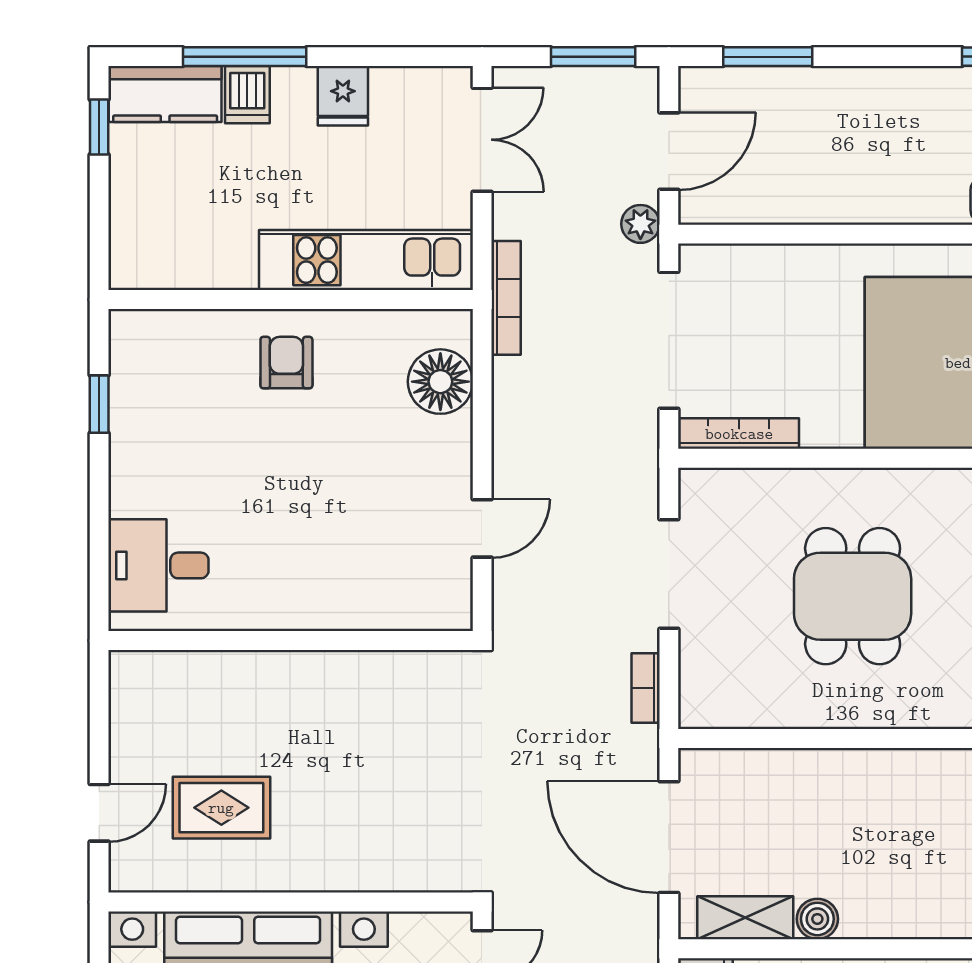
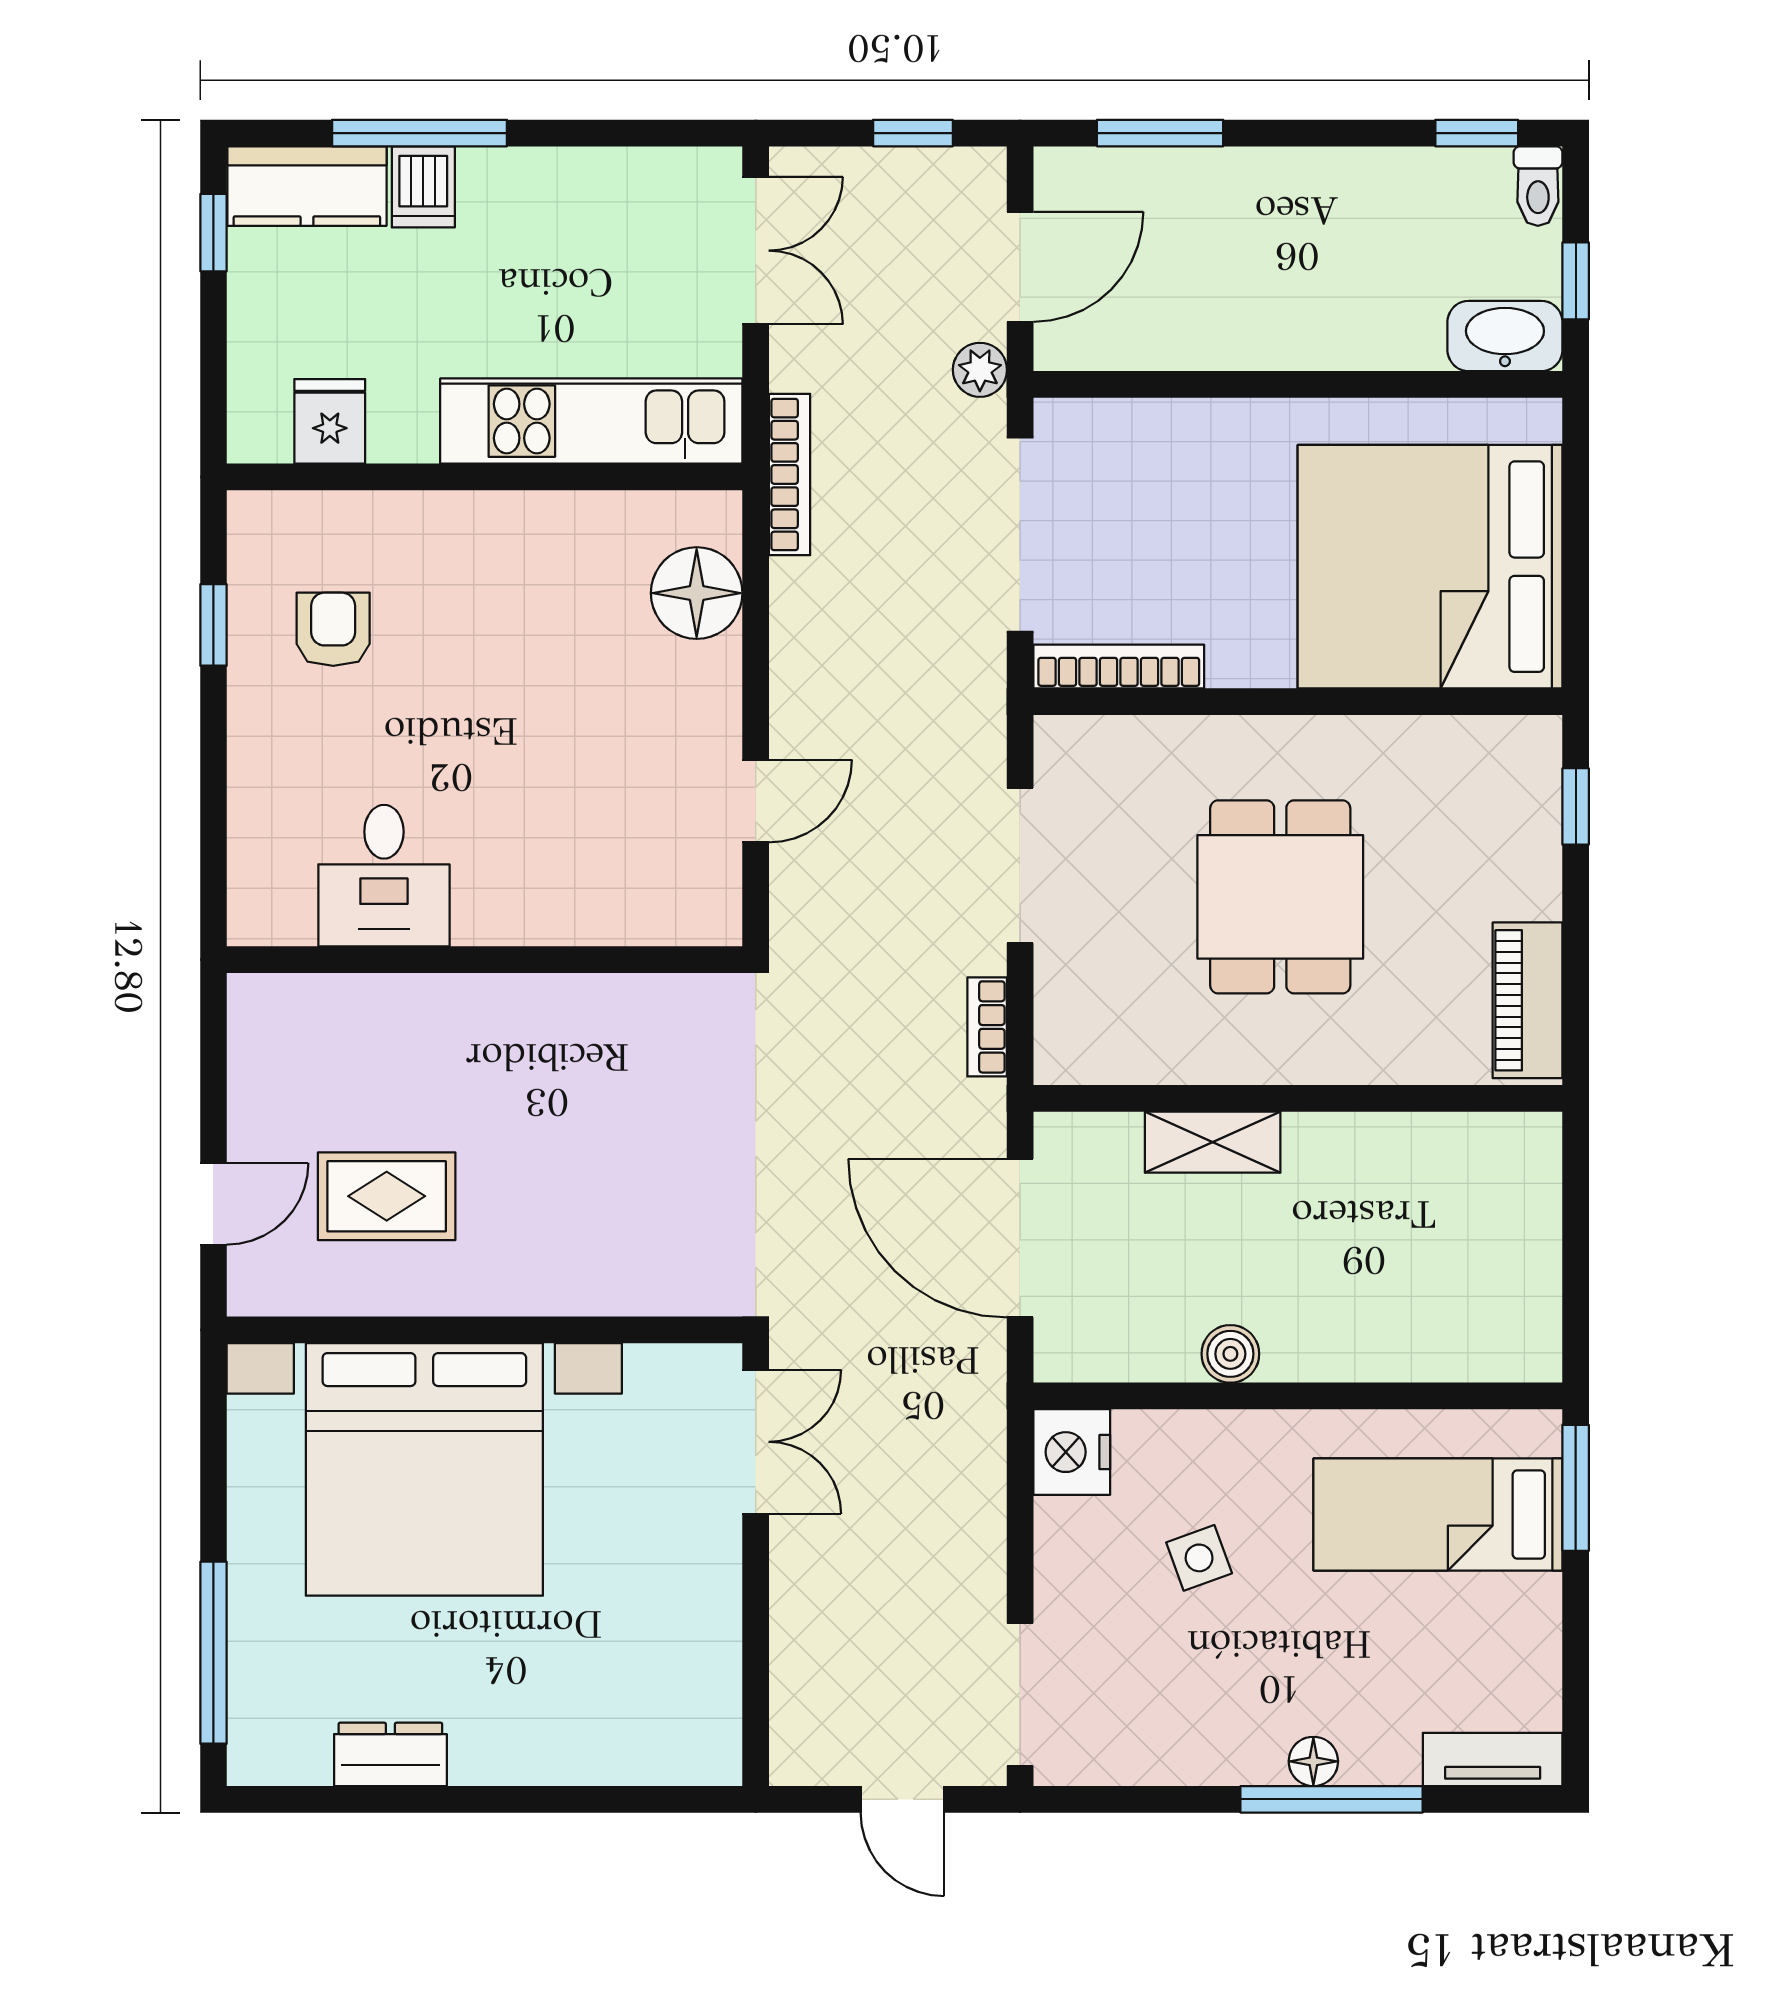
window: (593, 57) -> (913, 133), width x0.67
fridge: (343, 96) -> (330, 421), moved, turned 180
armchair: (286, 363) -> (333, 629), moved
desk: (158, 565) -> (384, 876), moved, turned -90
shelving: (745, 918) -> (1213, 1142), moved

